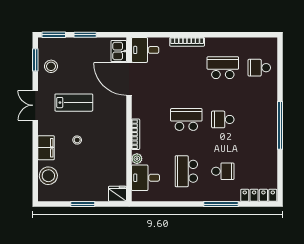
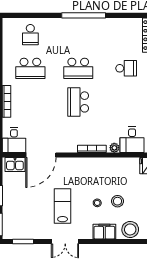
stool: (51, 66) -> (117, 201), moved
school desk: (223, 68) -> (30, 68), turned -90
school desk: (223, 119) -> (78, 68), width x1.85
school desk: (186, 171) -> (126, 102), removed
school desk: (223, 171) -> (126, 68), turned 90

